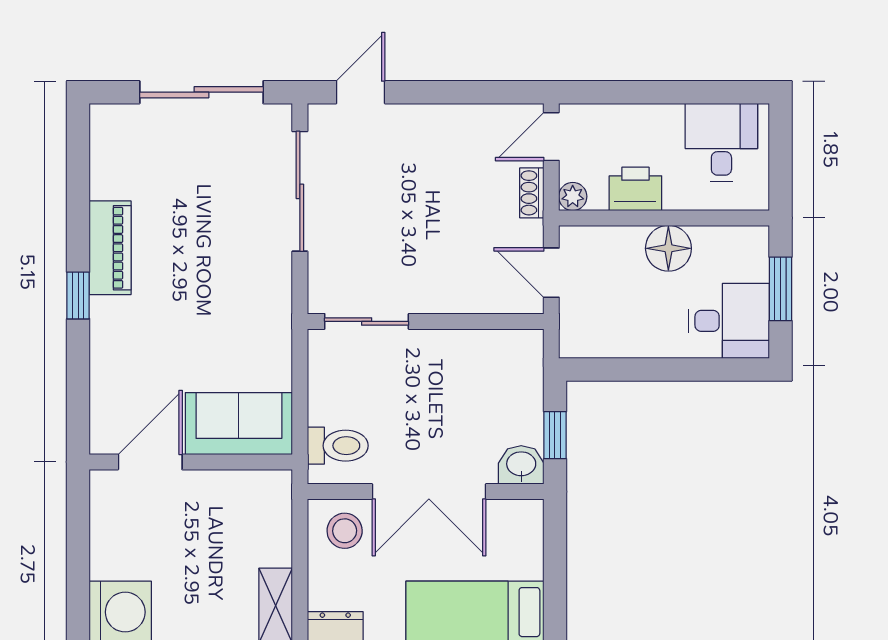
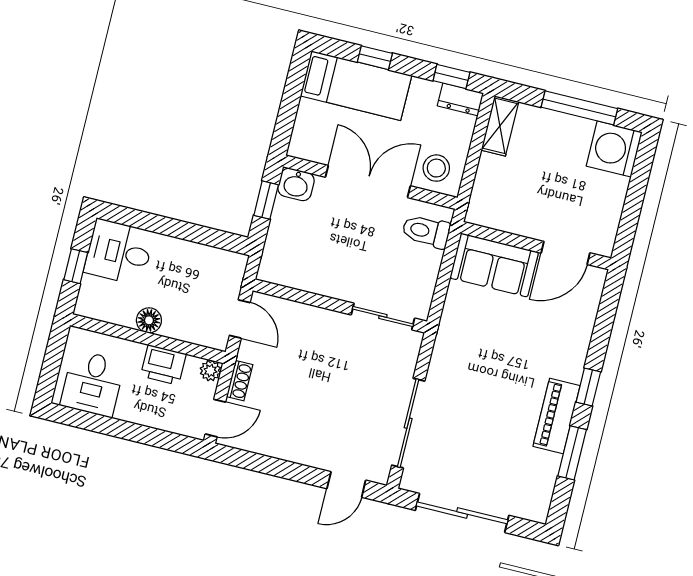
window: (78, 205) -> (572, 453), added
floor lamp: (668, 248) -> (149, 320), width x0.73, depth x0.73
window: (781, 289) -> (76, 266), width x0.67

